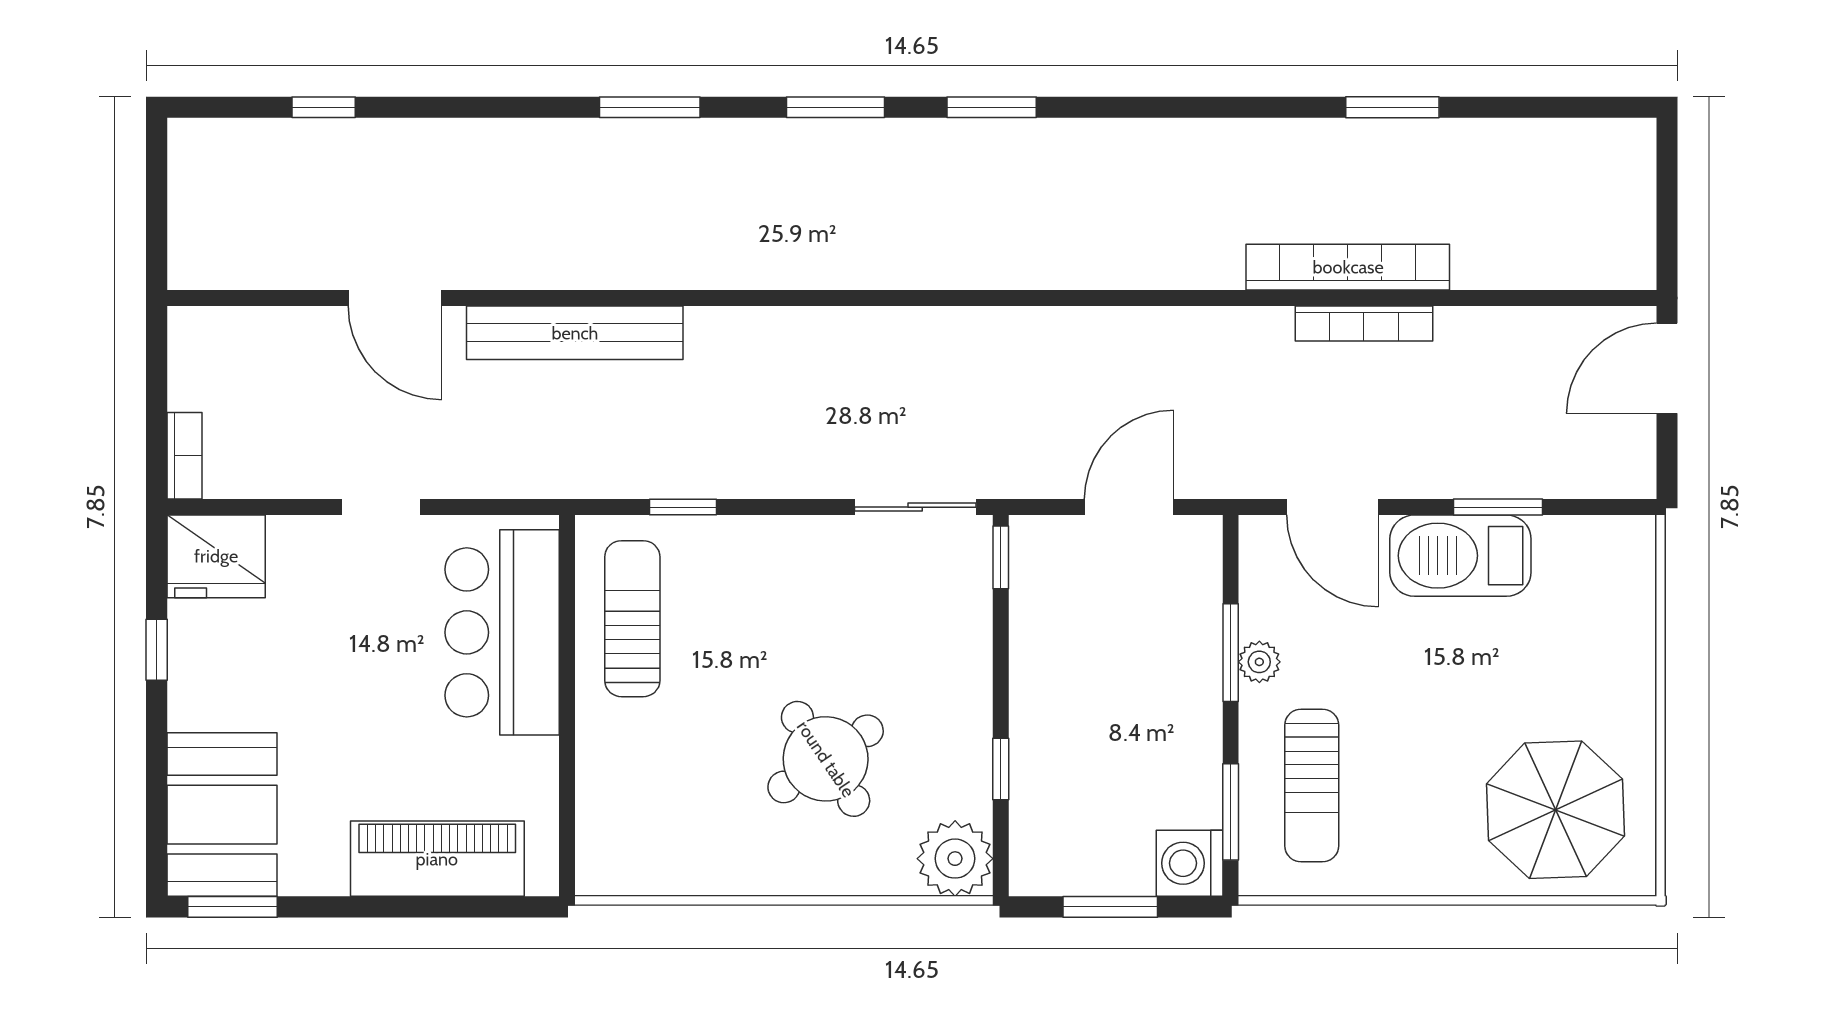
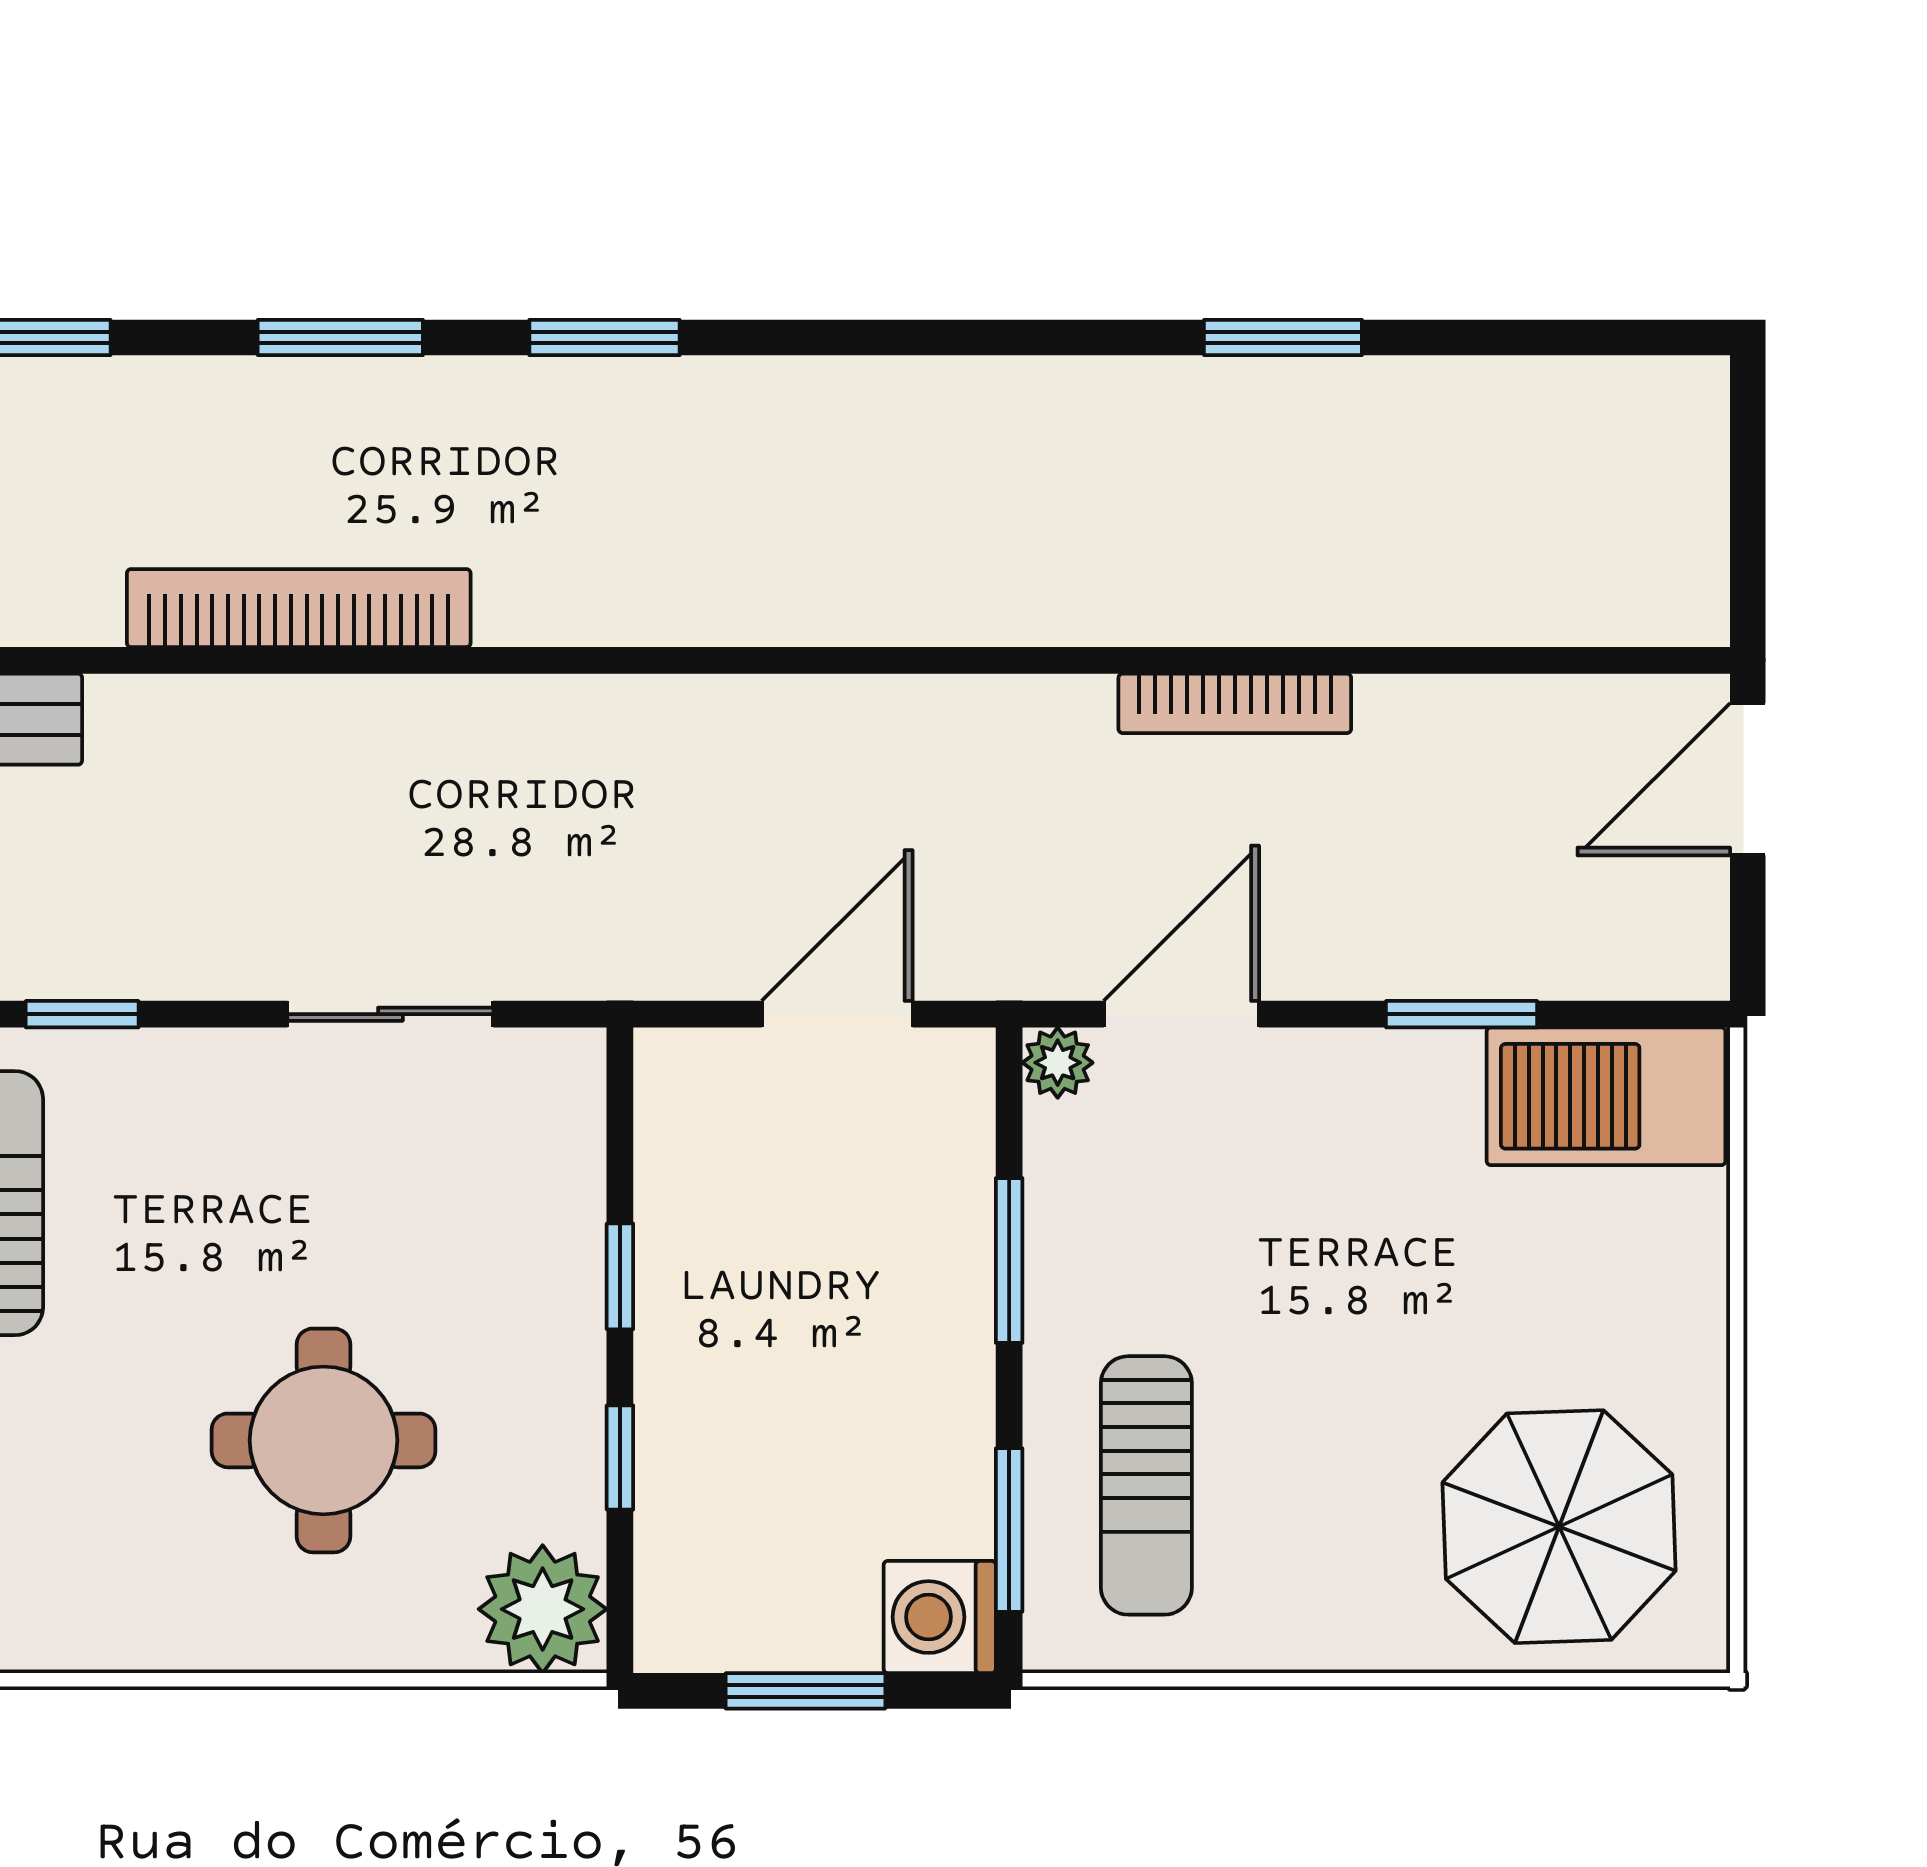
bookcase: (1348, 267) -> (299, 608), moved
sliding door: (915, 507) -> (390, 1014), moved
door: (1332, 507) -> (1181, 1014), swing flipped
barbecue: (1460, 556) -> (1606, 1096), moved
window: (1001, 557) -> (620, 1276), moved
plant: (1259, 662) -> (1058, 1063), moved
round table: (826, 759) -> (323, 1440), turned 34

